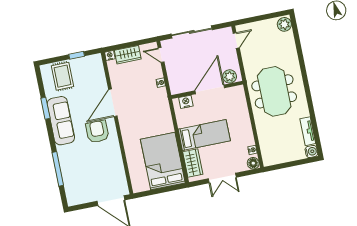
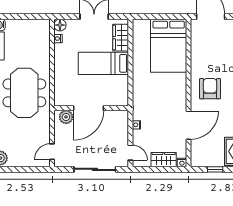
nightstand: (186, 102) -> (115, 100), removed
door: (113, 103) -> (188, 125), moved
armchair: (97, 132) -> (210, 89), turned 180
bed: (163, 161) -> (169, 46), moved

